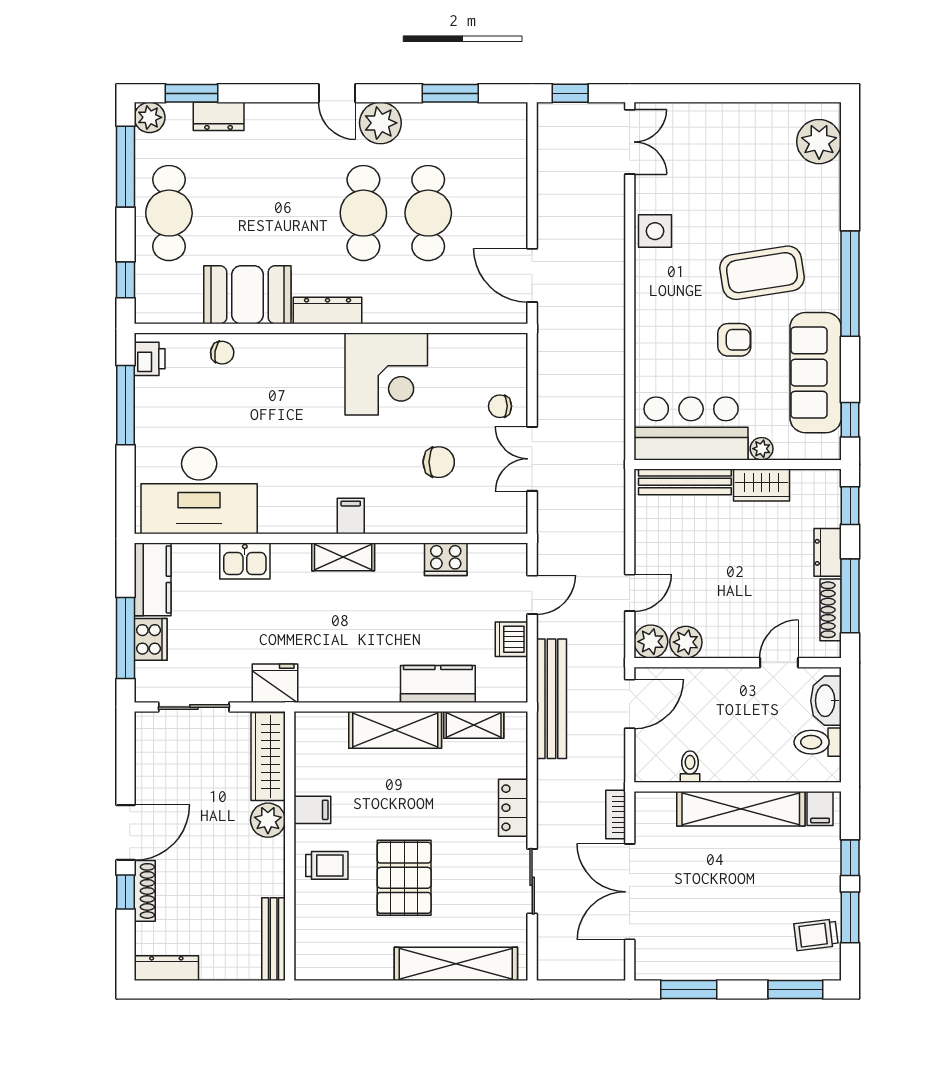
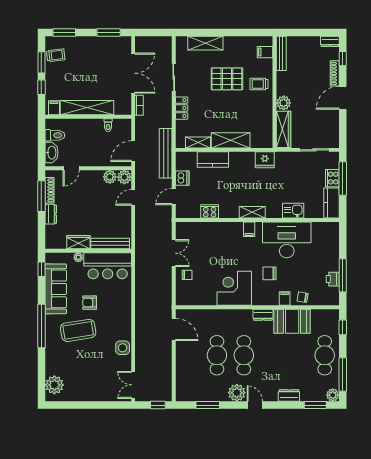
dresser: (219, 116) -> (289, 395), moved
dresser: (328, 311) -> (263, 315), width x0.70
filing cabinet: (265, 350) -> (285, 298), added
printer: (150, 359) -> (333, 279), moved
chair: (439, 462) -> (270, 273), moved
desk: (199, 491) -> (287, 240), moved
window: (850, 506) -> (41, 234), removed
fridge: (275, 683) -> (265, 160), moved
filing cabinet: (312, 810) -> (265, 52), moved
pallet: (404, 878) -> (227, 79), turned 90
window: (125, 892) -> (343, 59), moved
shelving: (456, 964) -> (205, 43), width x0.68
dresser: (166, 968) -> (330, 41), width x0.70

